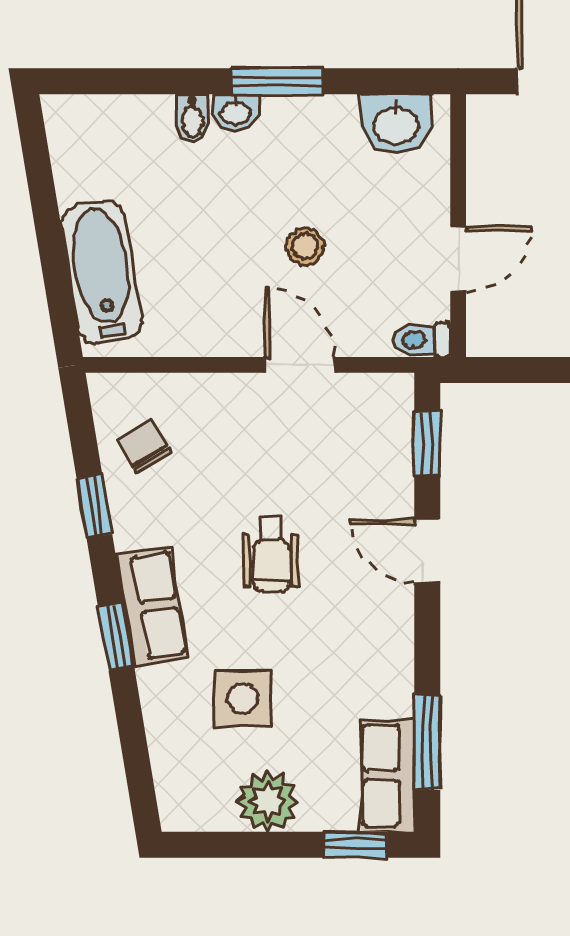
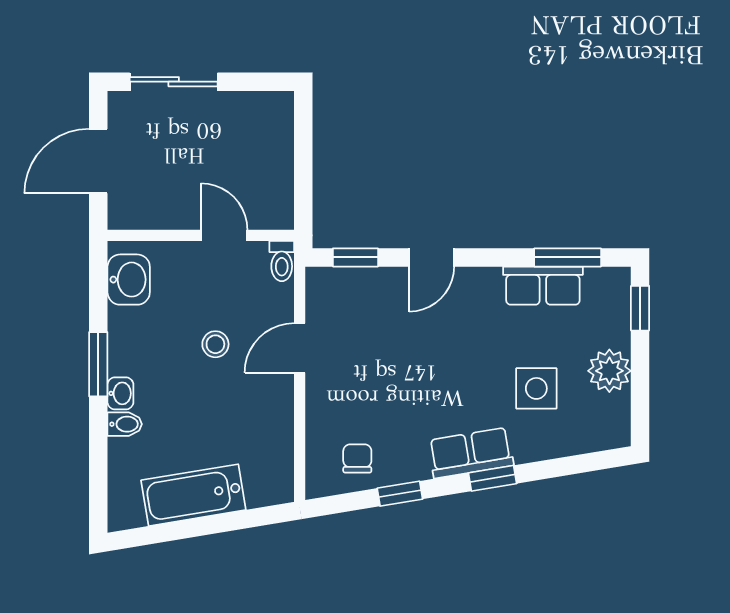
bathtub: (102, 272) -> (193, 495), moved
chair: (144, 446) -> (357, 458), turned 121
wheelchair: (271, 555) -> (434, 368), removed
row of seats: (387, 776) -> (543, 286), moved

